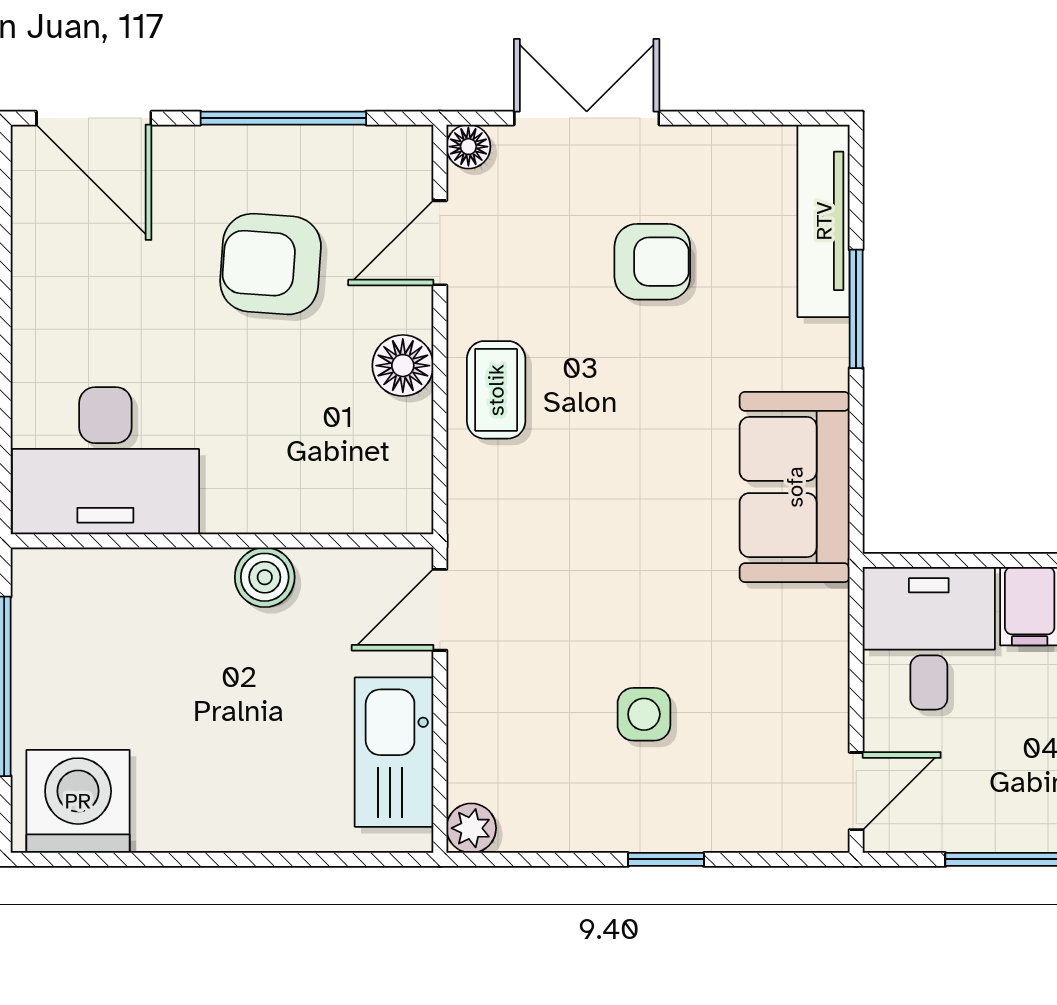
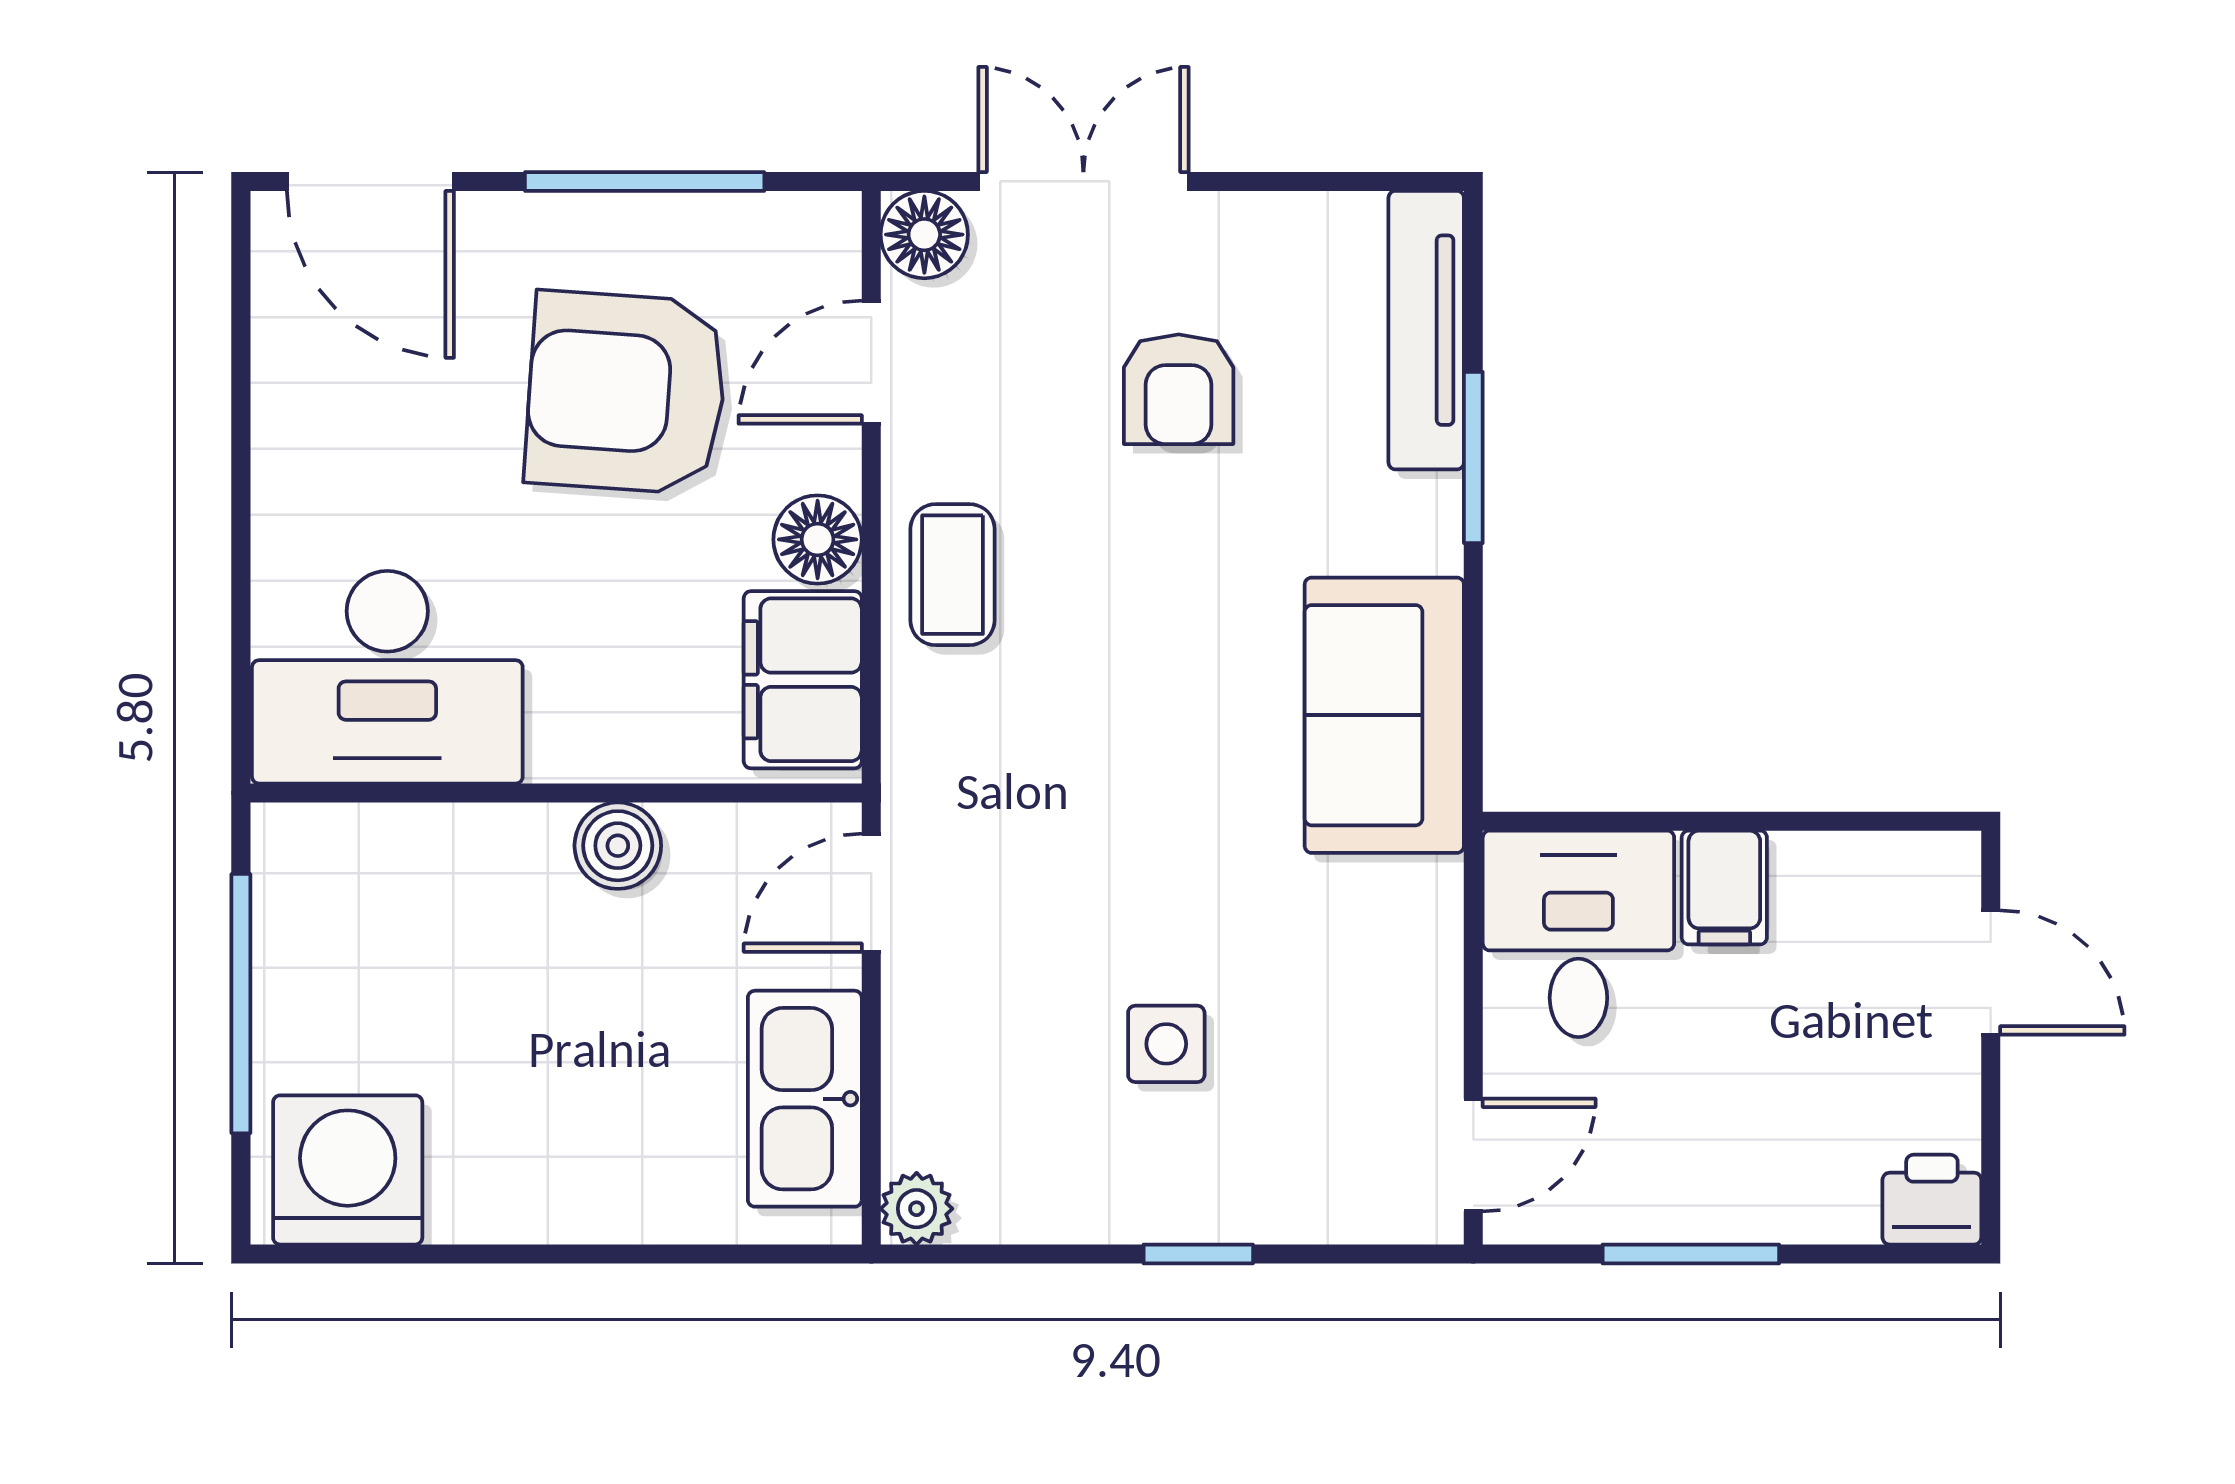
floor lamp: (468, 147) -> (924, 235), width x1.37, depth x1.37
armchair: (652, 262) -> (1179, 389), turned 90
armchair: (271, 264) -> (626, 393), width x1.36, depth x1.36
filing cabinet: (393, 462) -> (803, 680), added

